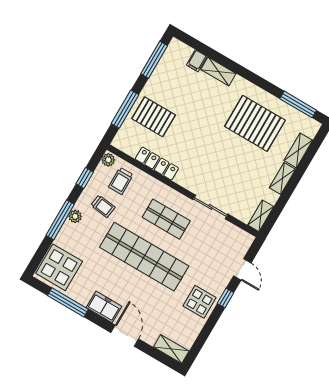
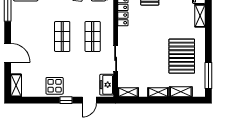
shop shelf: (144, 257) -> (62, 36), width x0.50, depth x0.74
freezer: (104, 307) -> (107, 85), moved, turned 180
door: (125, 336) -> (8, 53), hinge flipped

